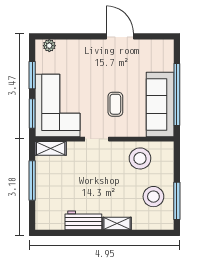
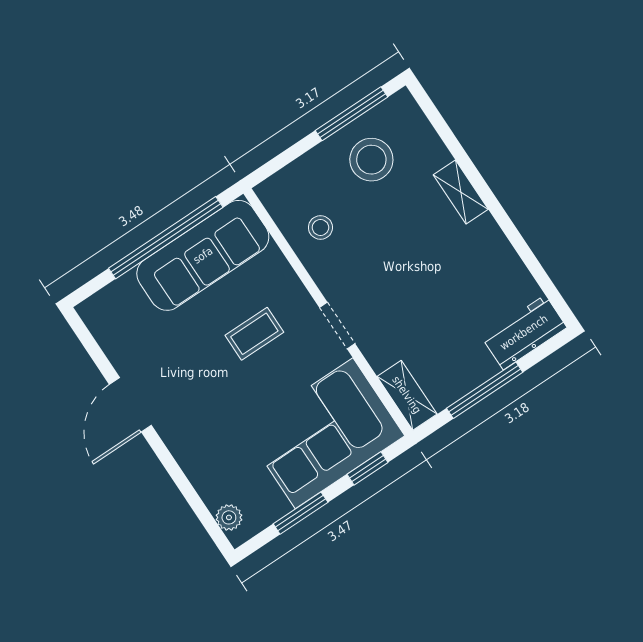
window: (32, 113) -> (367, 468), width x0.67
stool: (140, 158) -> (320, 227), width x0.53, depth x0.53
workbench: (83, 220) -> (524, 332), moved, turned 90

